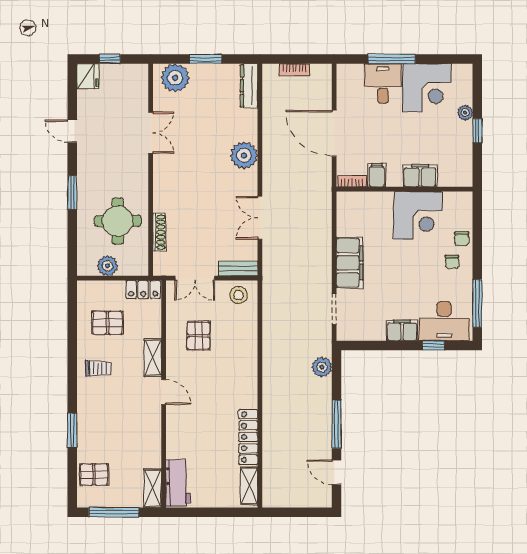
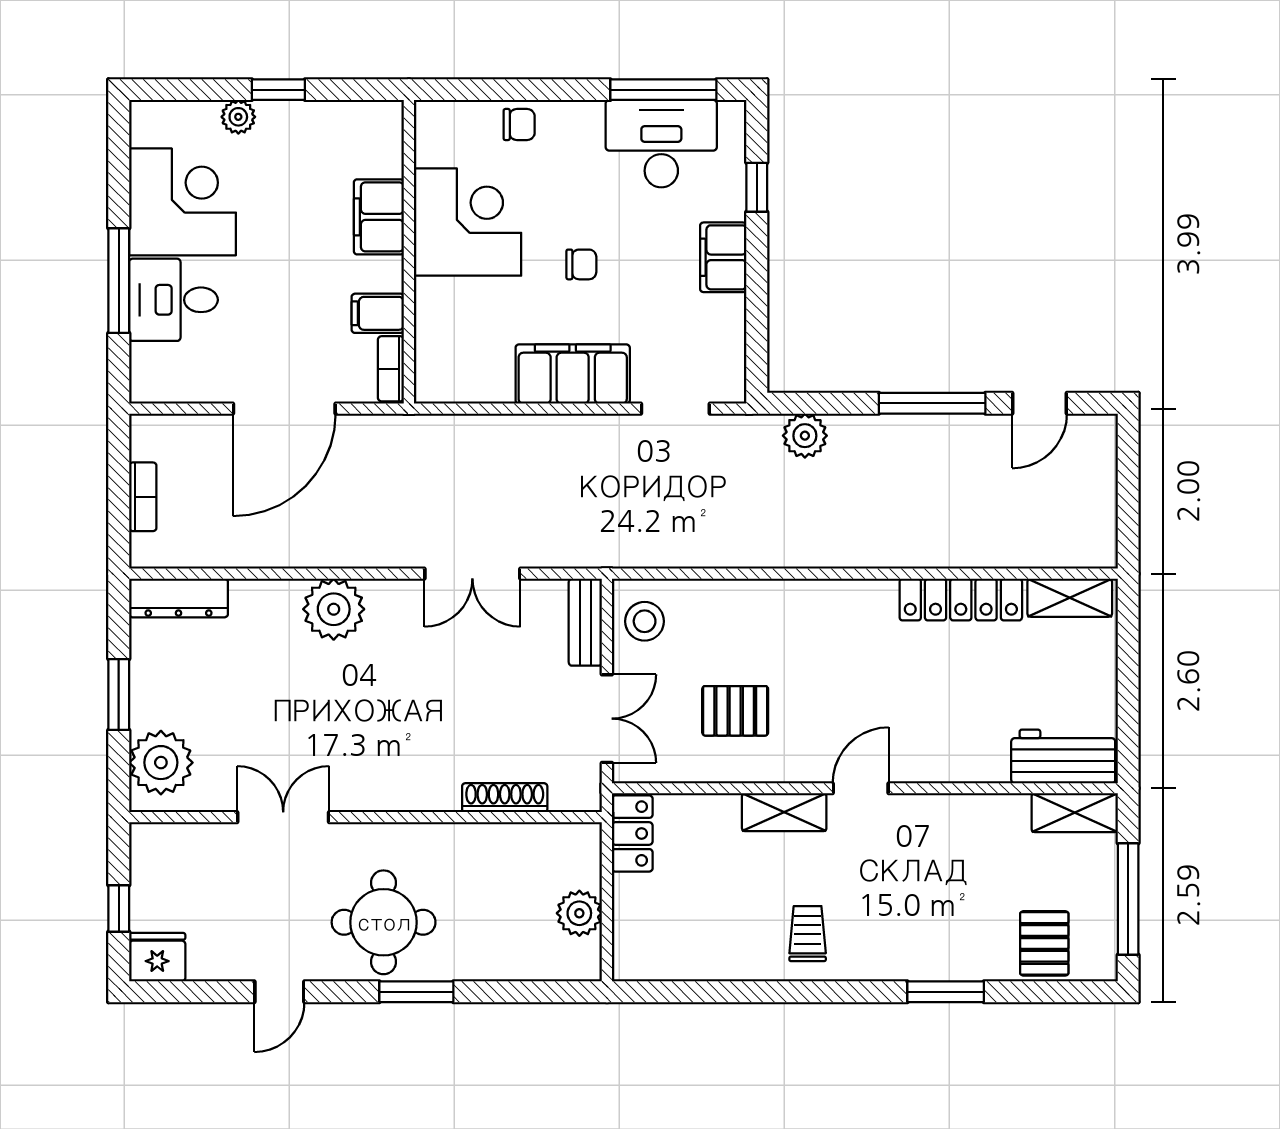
round table: (118, 221) -> (384, 922), moved
chair: (452, 262) -> (581, 264), moved
desk: (444, 321) -> (661, 144), moved, turned -90
pallet: (107, 323) -> (706, 913), removed

